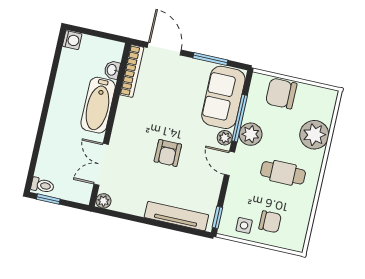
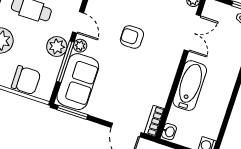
window: (210, 59) -> (72, 112), moved
washbasin: (112, 70) -> (169, 132), moved
bookcase: (132, 71) -> (154, 121), width x0.64
armchair: (168, 153) -> (132, 37), turned -90

